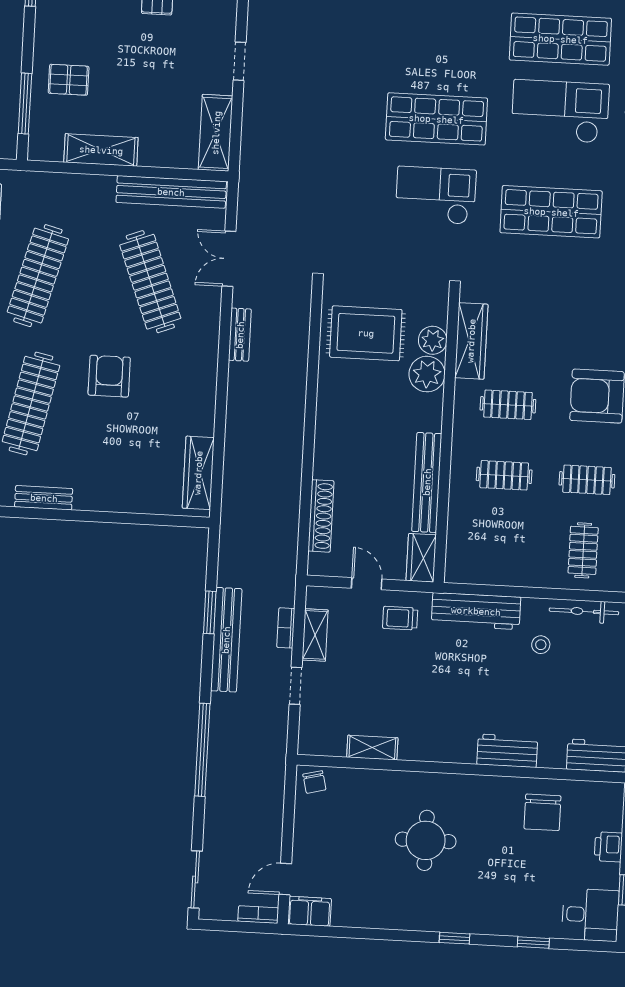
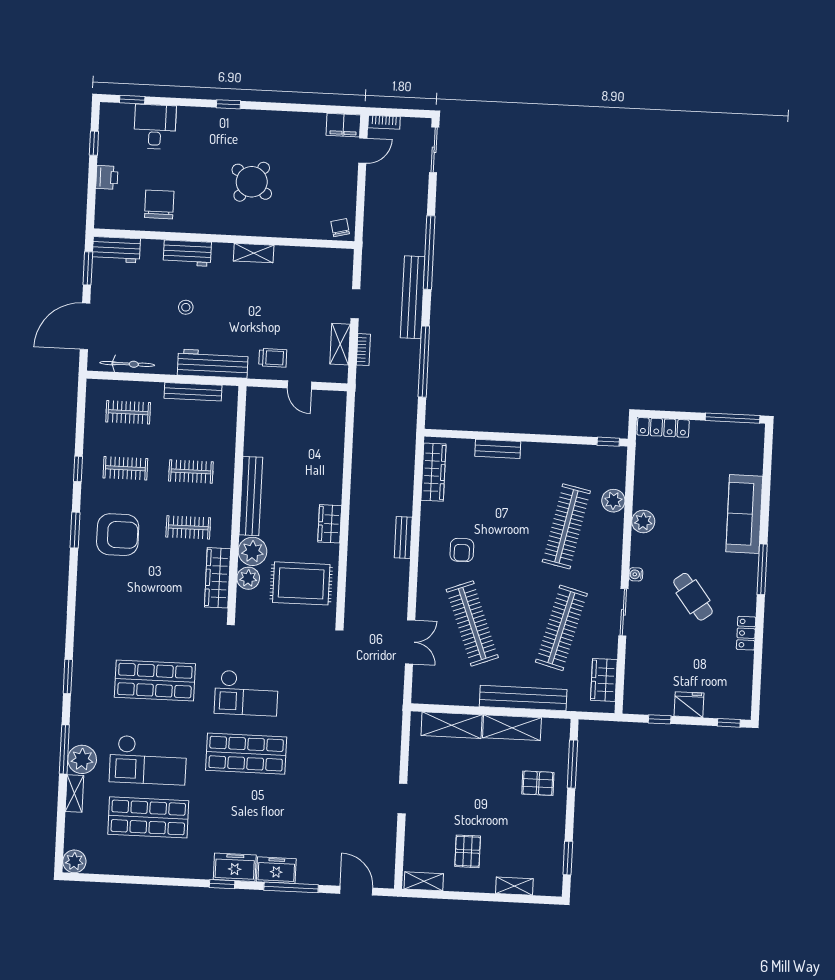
shelving: (216, 133) -> (452, 725), moved, turned 90
bench: (171, 192) -> (523, 698), moved
bench: (240, 335) -> (403, 537), moved
armchair: (109, 376) -> (462, 550), moved, width x0.72, depth x0.72
bench: (427, 482) -> (251, 496), moved
bench: (44, 498) -> (498, 449), moved
shoe rack: (321, 516) -> (336, 439), removed
clothes rail: (583, 550) -> (128, 412), turned 90
wardrobe: (421, 558) -> (330, 524), moved, turned 180
bench: (501, 576) -> (193, 392), added
window: (210, 612) -> (424, 362), width x2.11
bench: (226, 640) -> (413, 297), moved
stool: (541, 645) -> (186, 307), moved
shelving: (372, 748) -> (254, 253), moved
round table: (426, 840) -> (252, 182), turned 38
desk: (590, 915) -> (155, 127), moved, turned 90
window: (533, 942) -> (132, 100), moved

